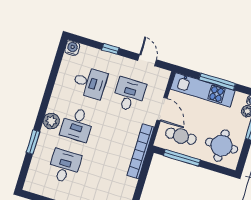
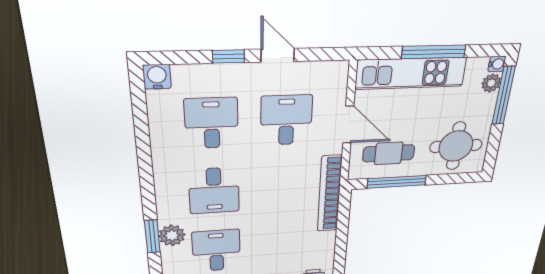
door: (147, 60) -> (278, 55), moved
desk: (90, 83) -> (212, 123), turned -90
plant: (51, 121) -> (172, 235), moved

